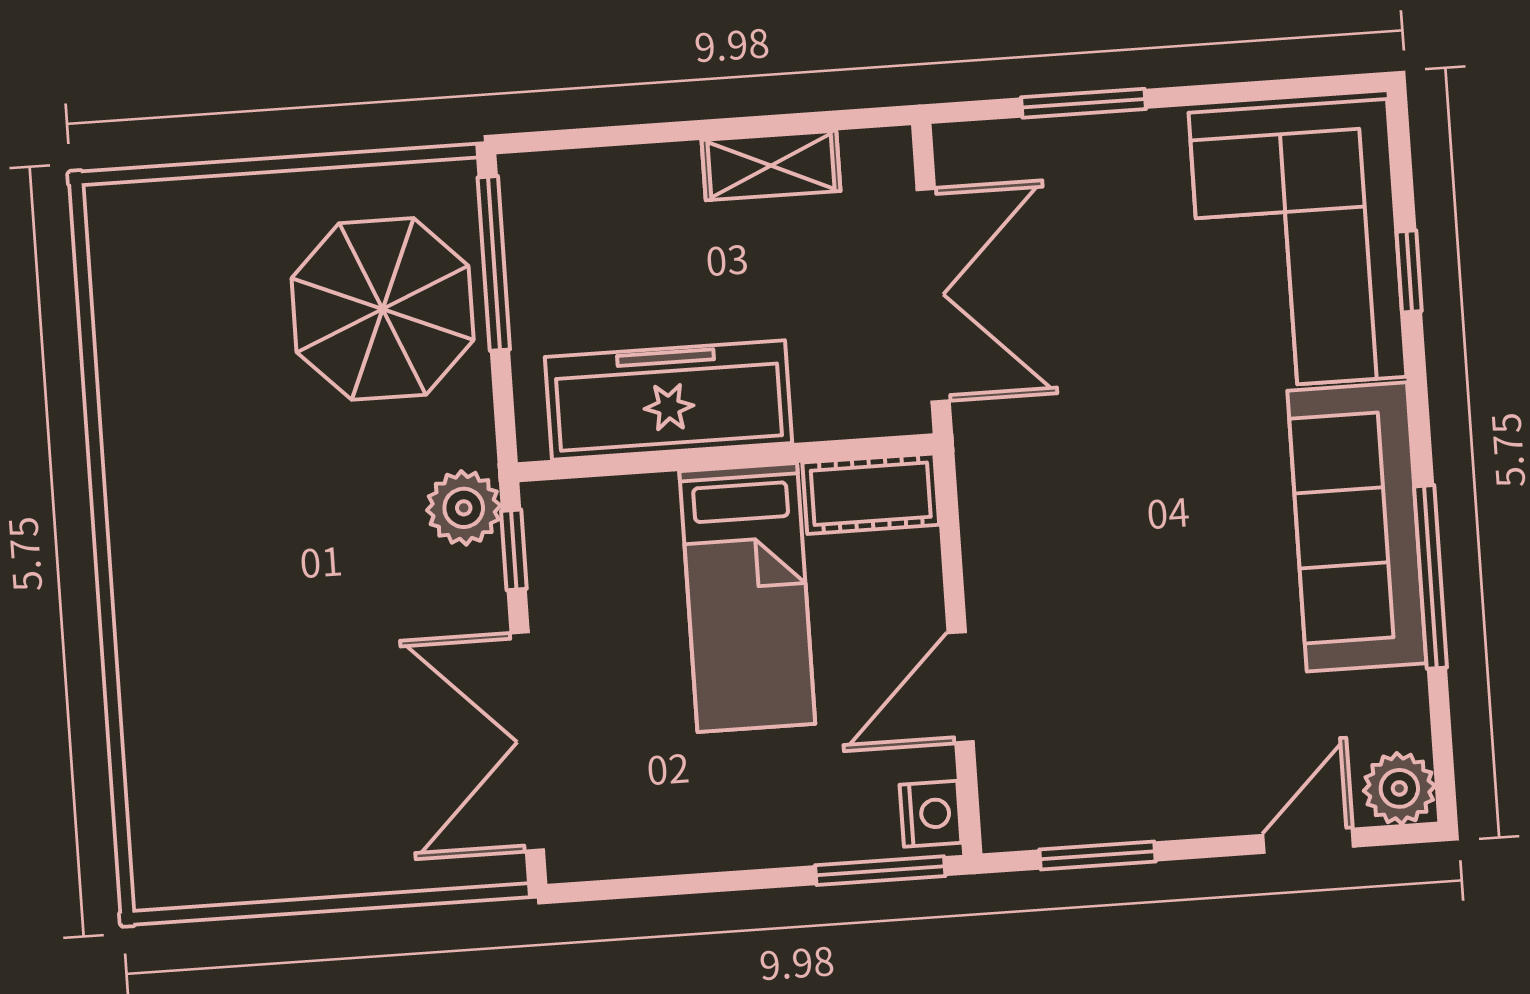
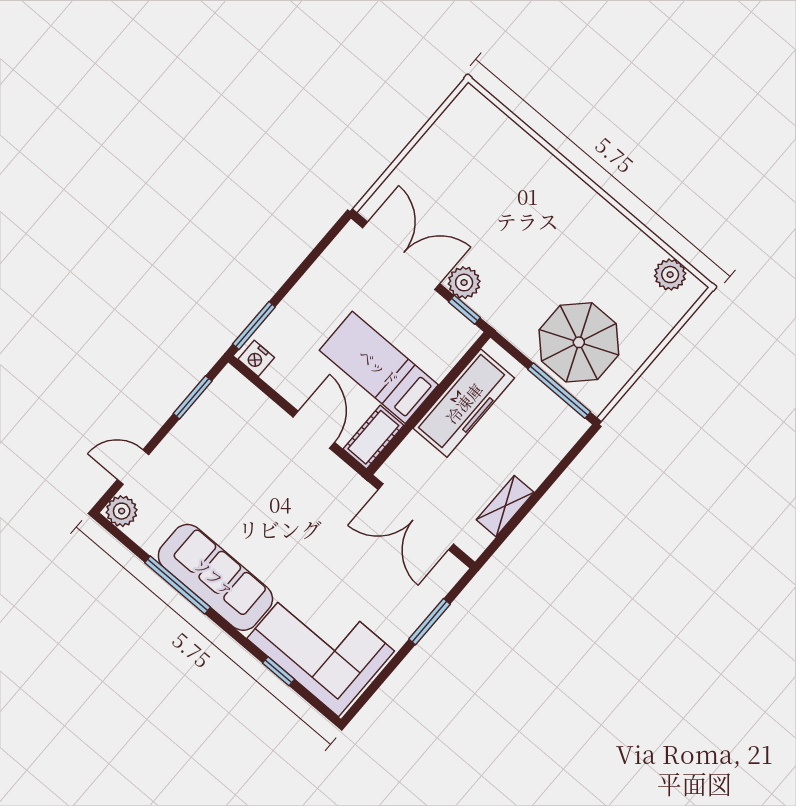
plant: (124, 268) -> (670, 275), added
plant: (464, 508) -> (464, 283), moved
door: (961, 687) -> (314, 430), moved
door: (1308, 841) -> (133, 467), swing flipped

